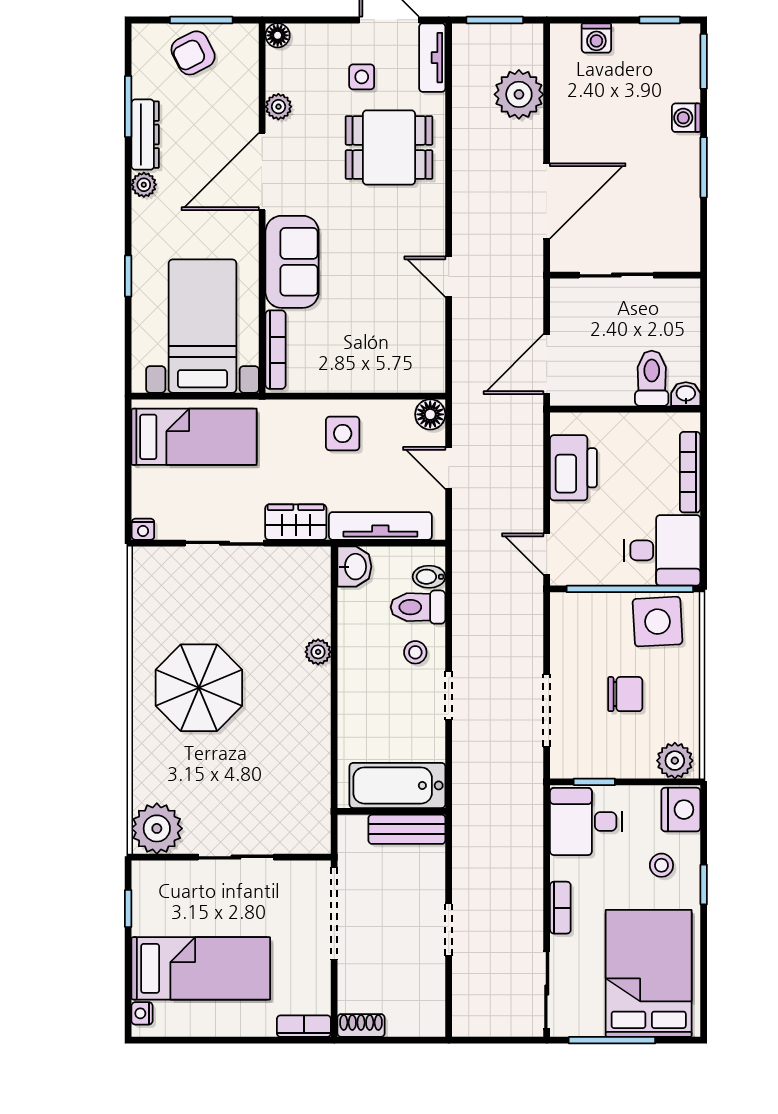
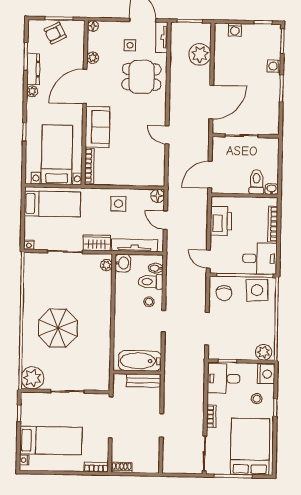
plant: (318, 652) -> (106, 265), moved
parasol: (199, 688) -> (58, 328), moved
chair: (625, 694) -> (224, 293), moved, turned 90

